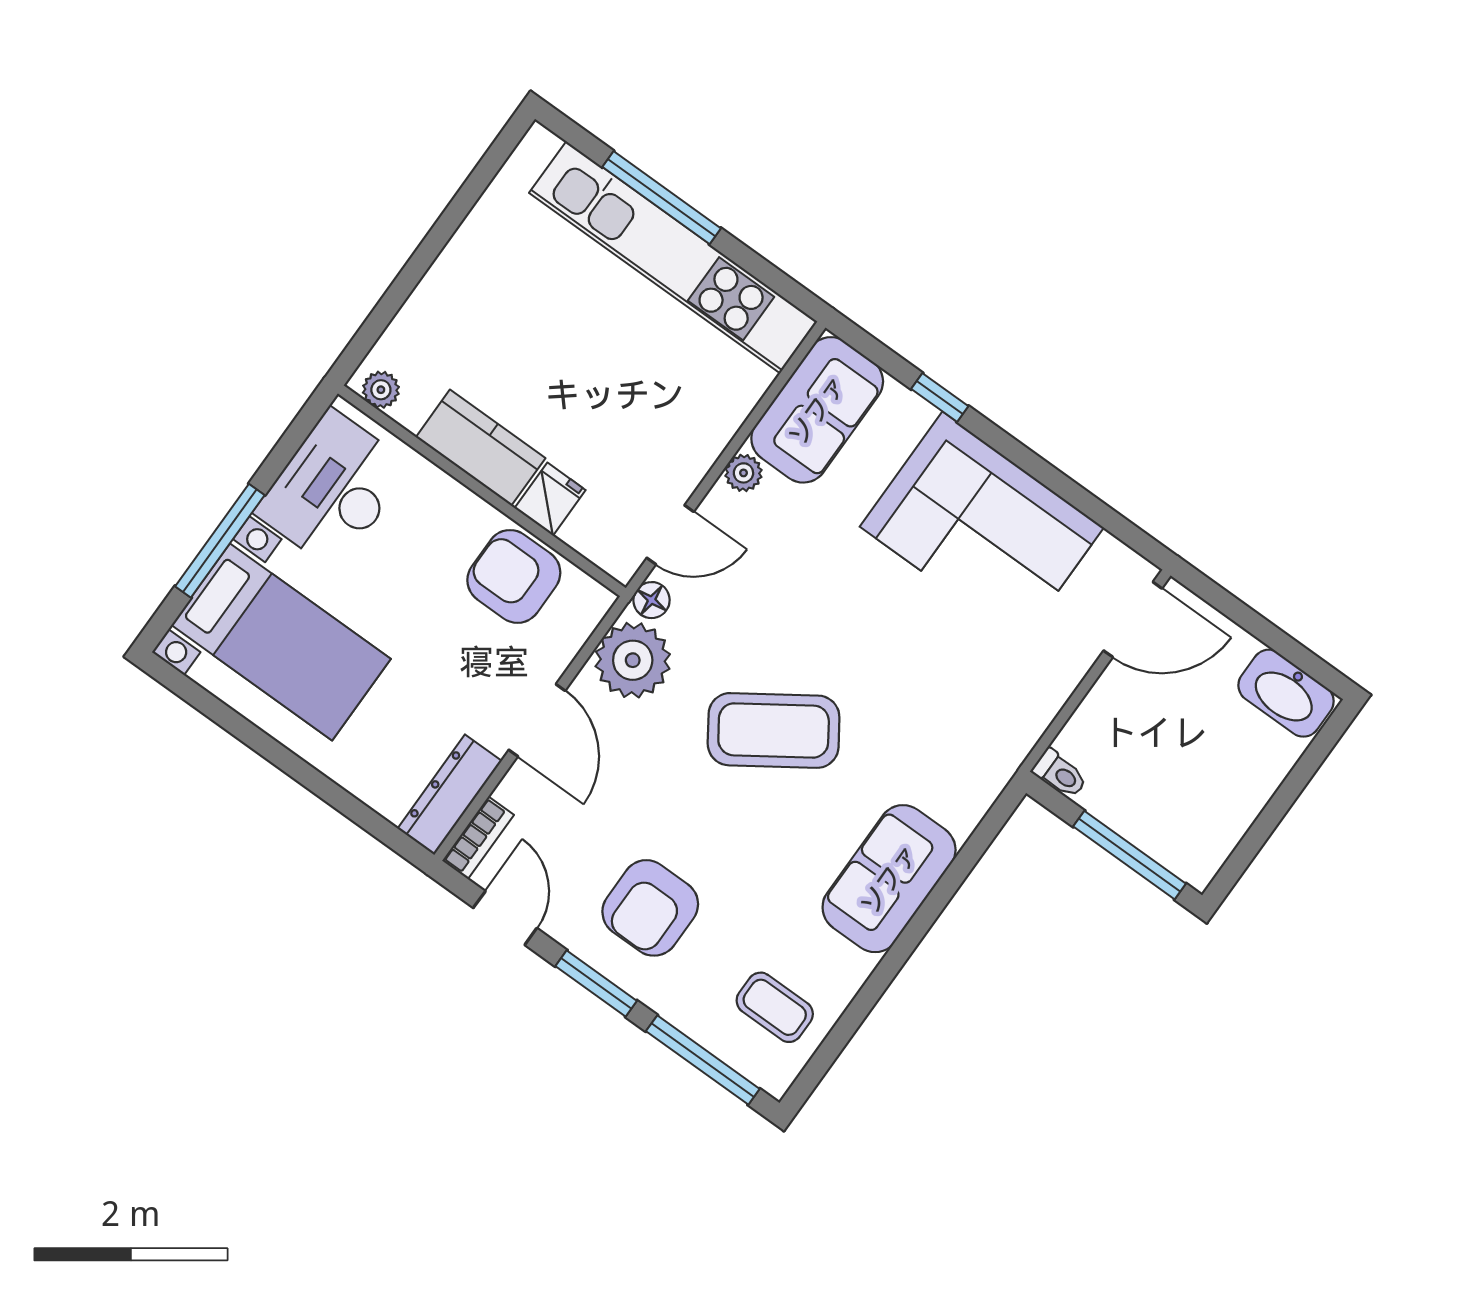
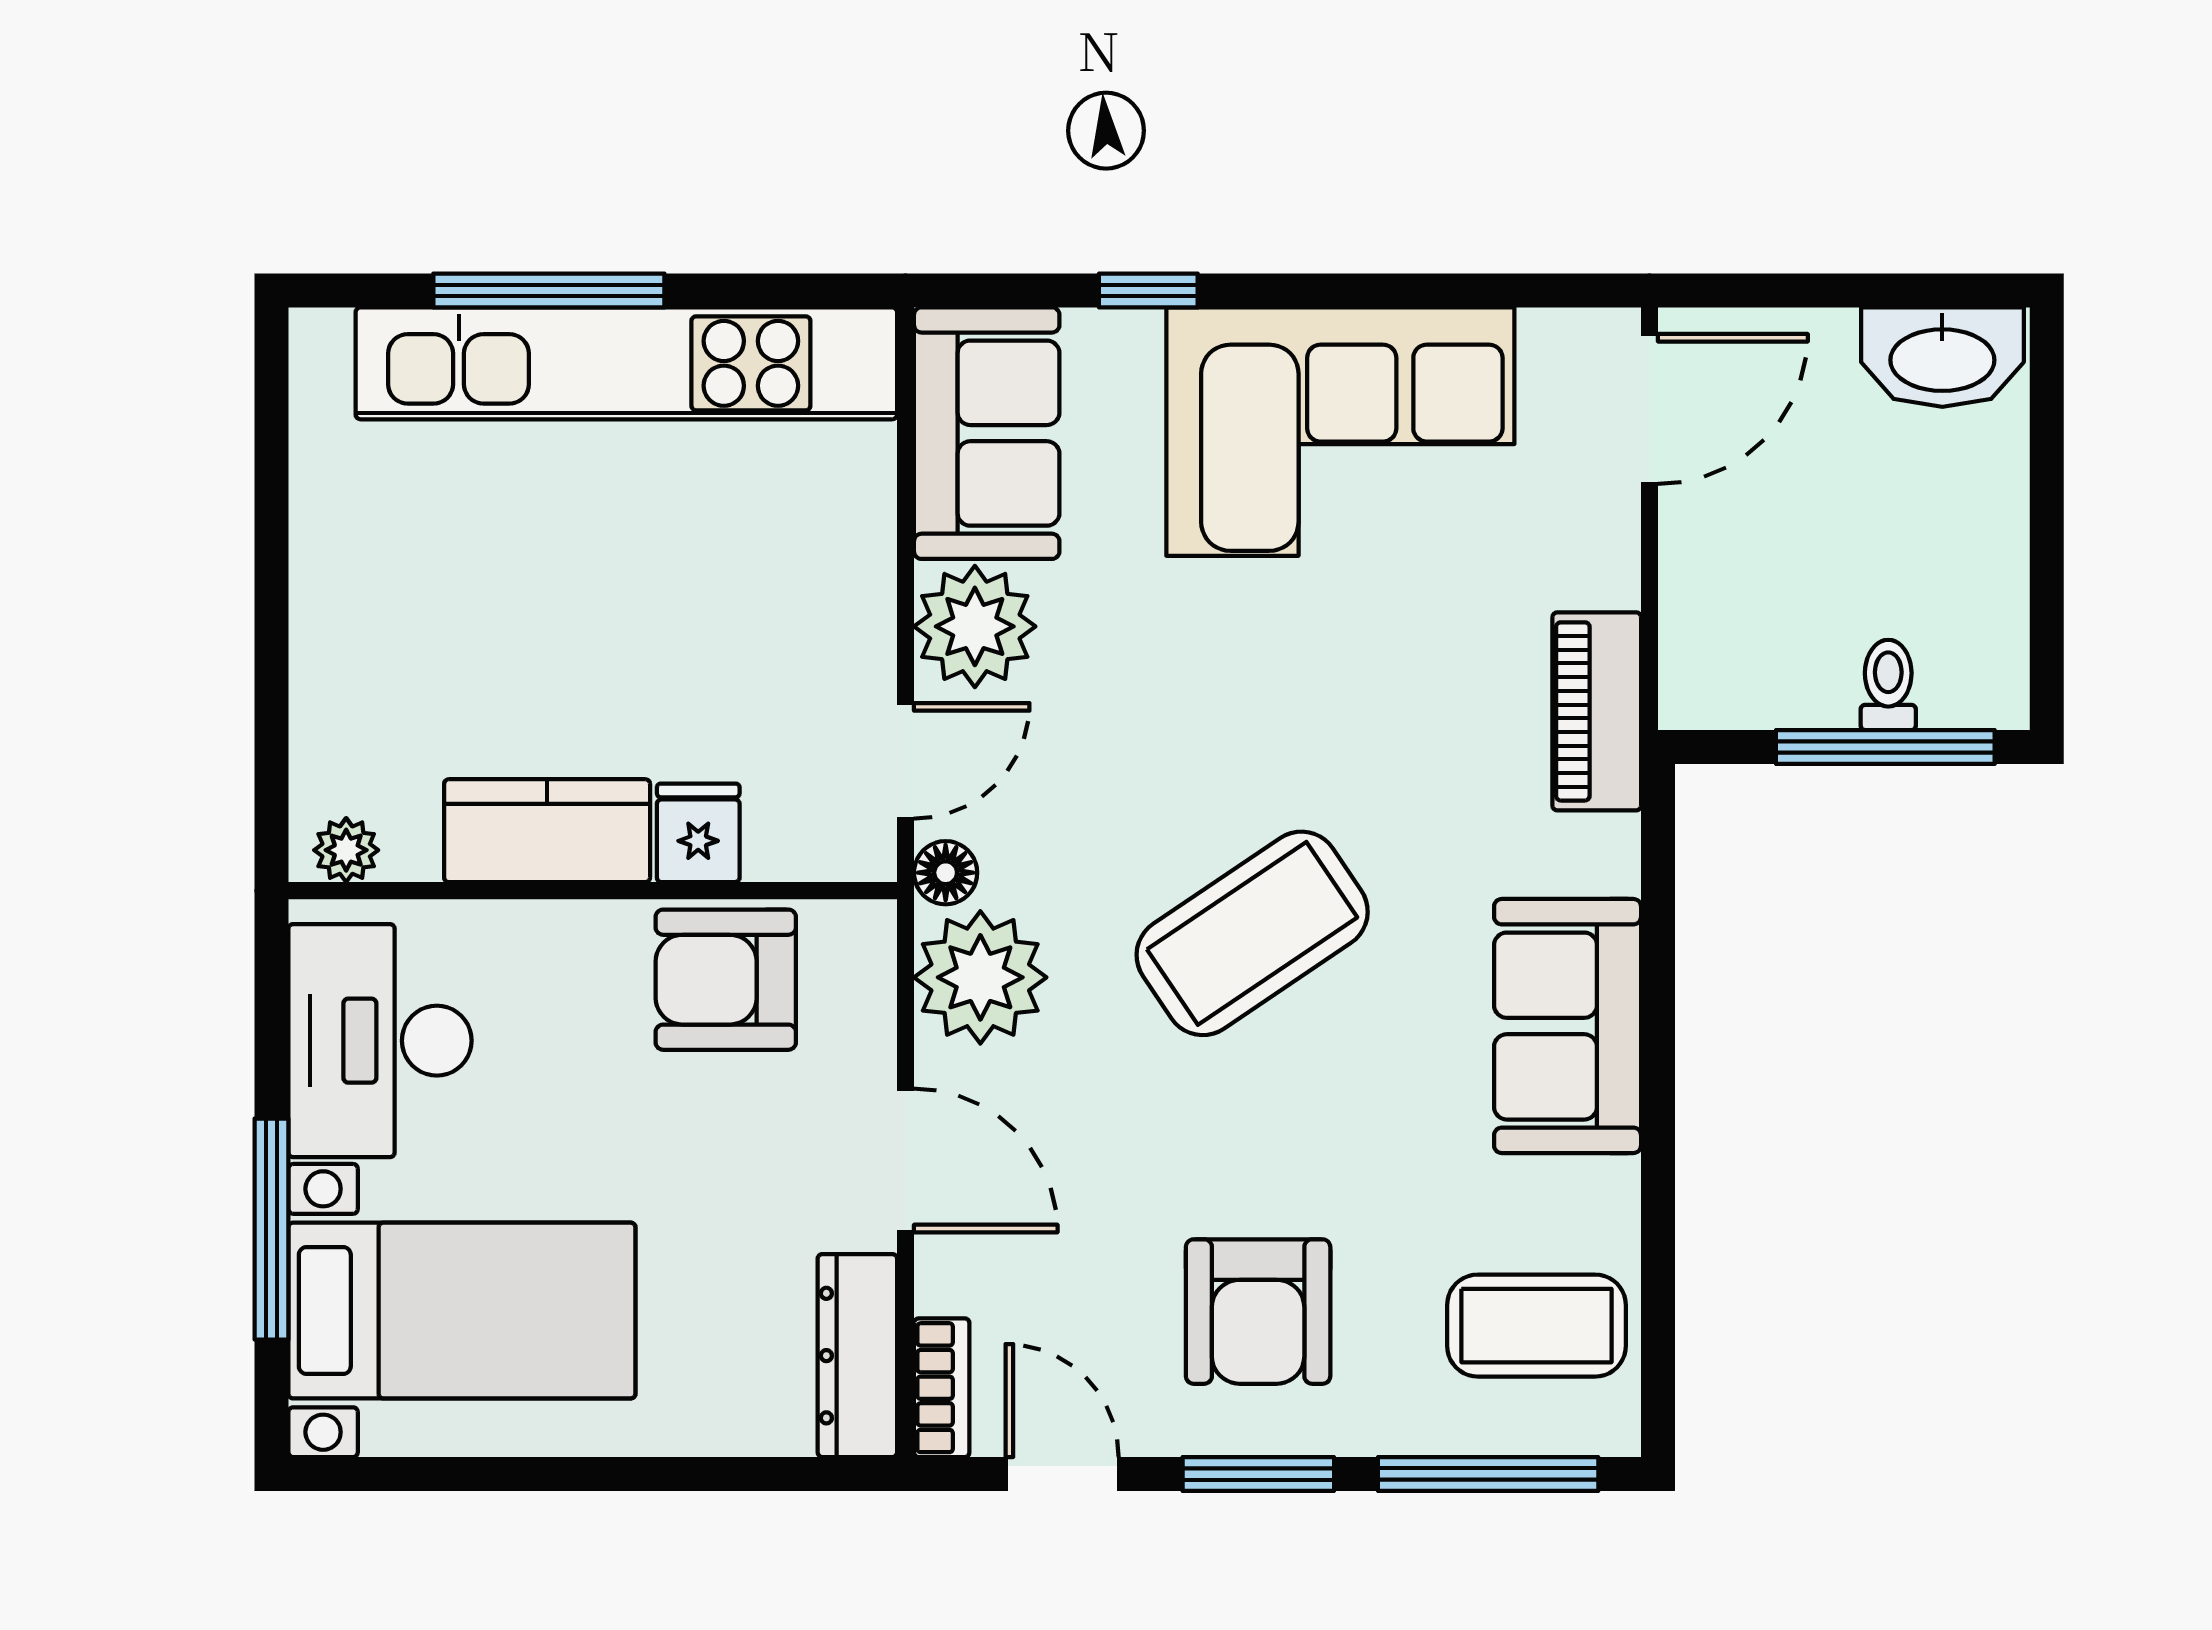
plant: (743, 473) -> (975, 626), width x1.88, depth x1.88
piano: (1007, 742) -> (1597, 711), added
toilet: (1060, 774) -> (1888, 685), moved, turned -90
coffee table: (775, 1007) -> (1536, 1326), width x1.36, depth x1.30

